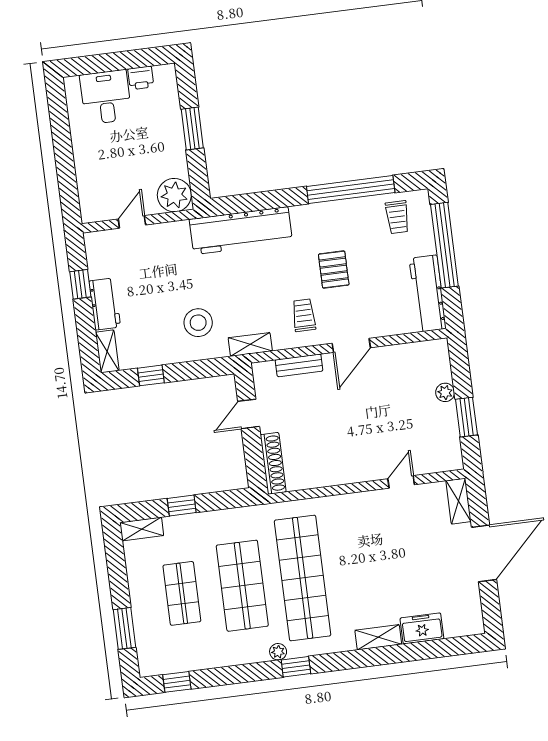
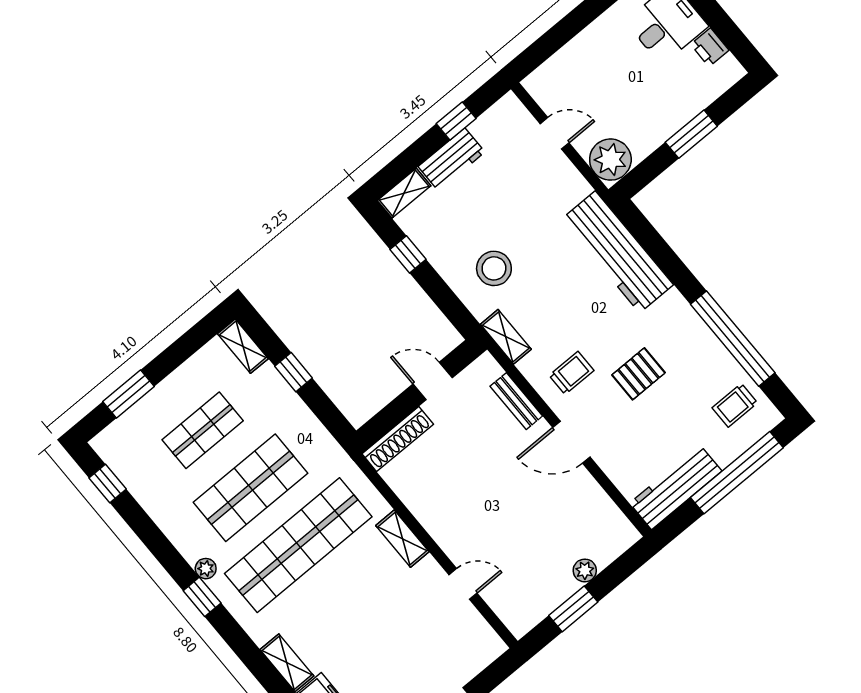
shelving: (458, 501) -> (402, 539), moved, turned 90

